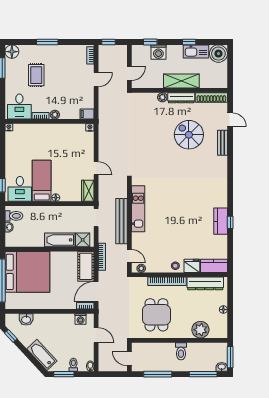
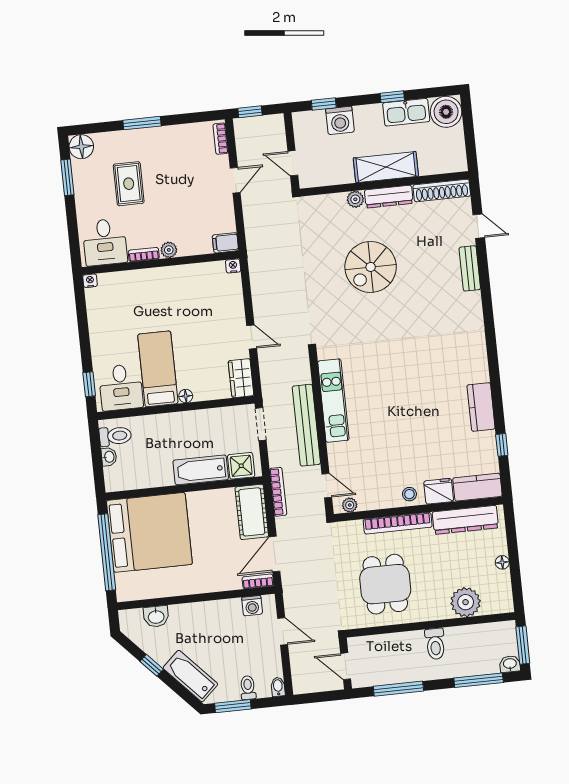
door: (129, 73) -> (293, 163), swing flipped
spiral stairs: (189, 135) -> (371, 267), moved, turned -90
window: (230, 222) -> (502, 445), moved
window: (11, 336) -> (152, 665), moved

